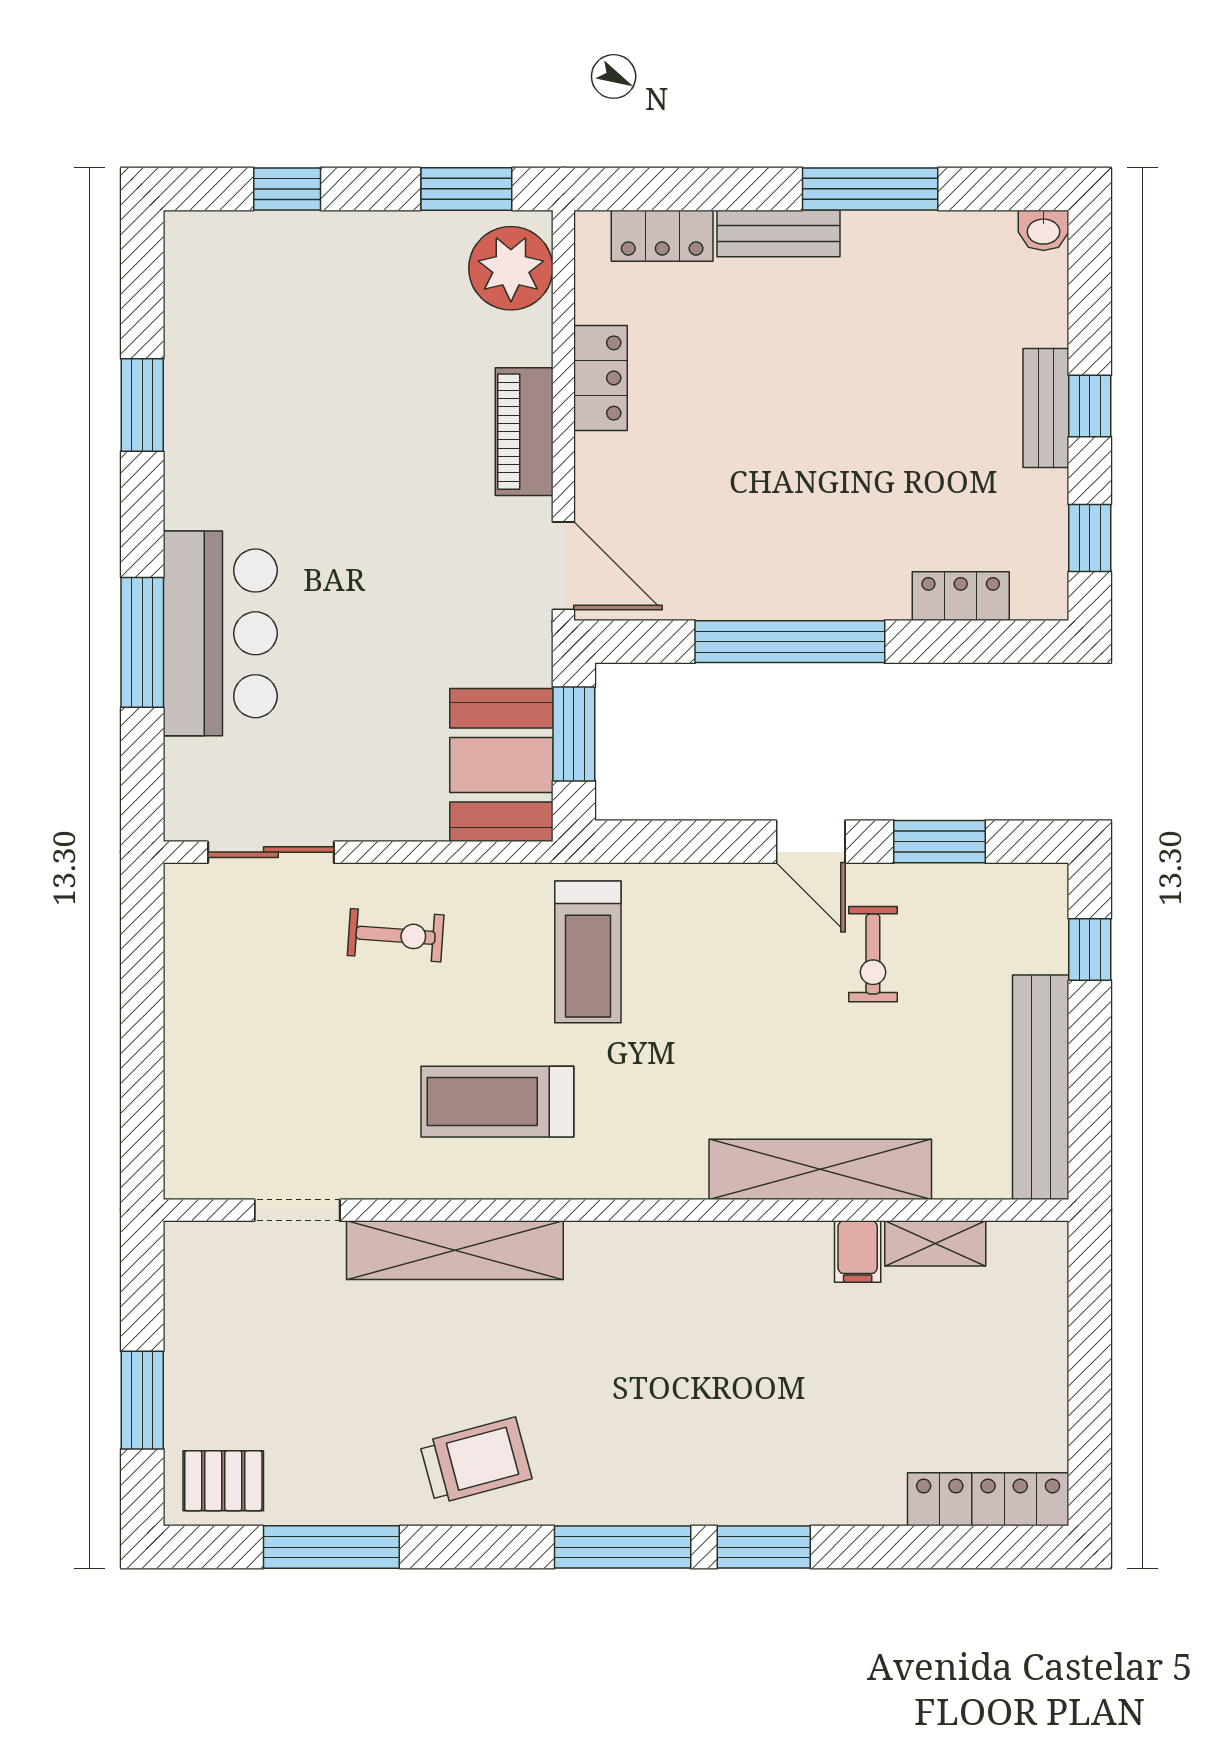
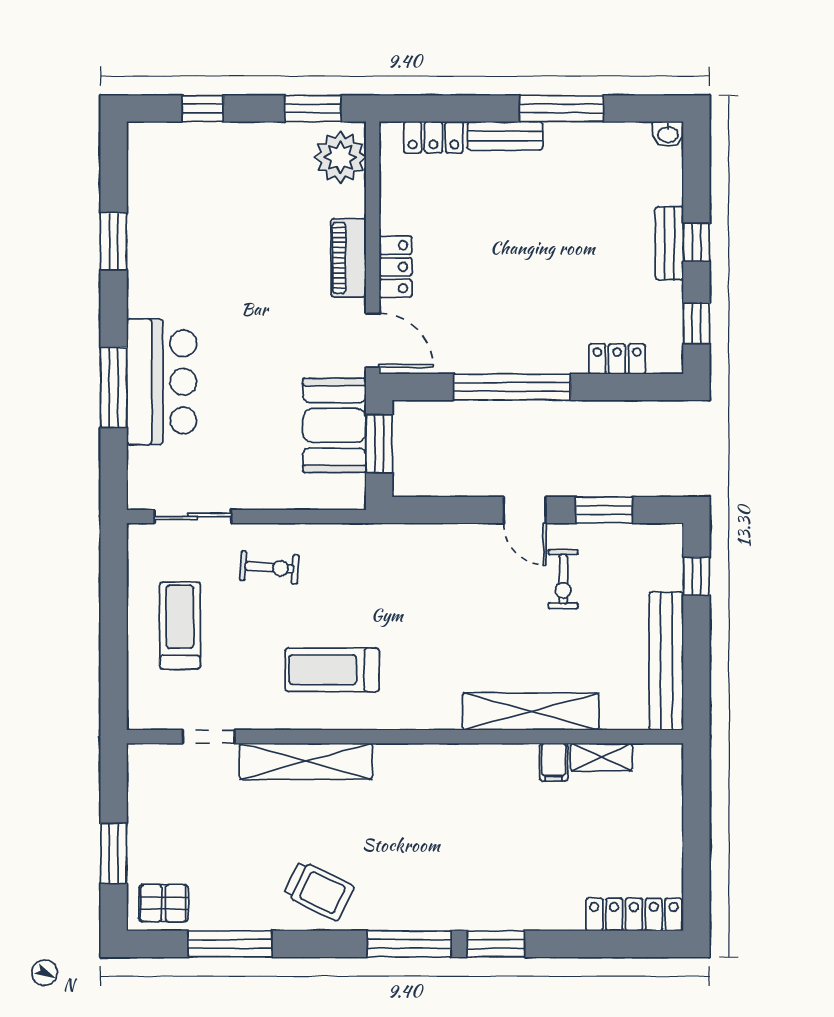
locker: (600, 378) -> (395, 267), moved
booth: (501, 765) -> (335, 425), moved
treadmill: (588, 952) -> (180, 626), moved, turned 180
trolley: (476, 1461) -> (319, 891), turned 41

